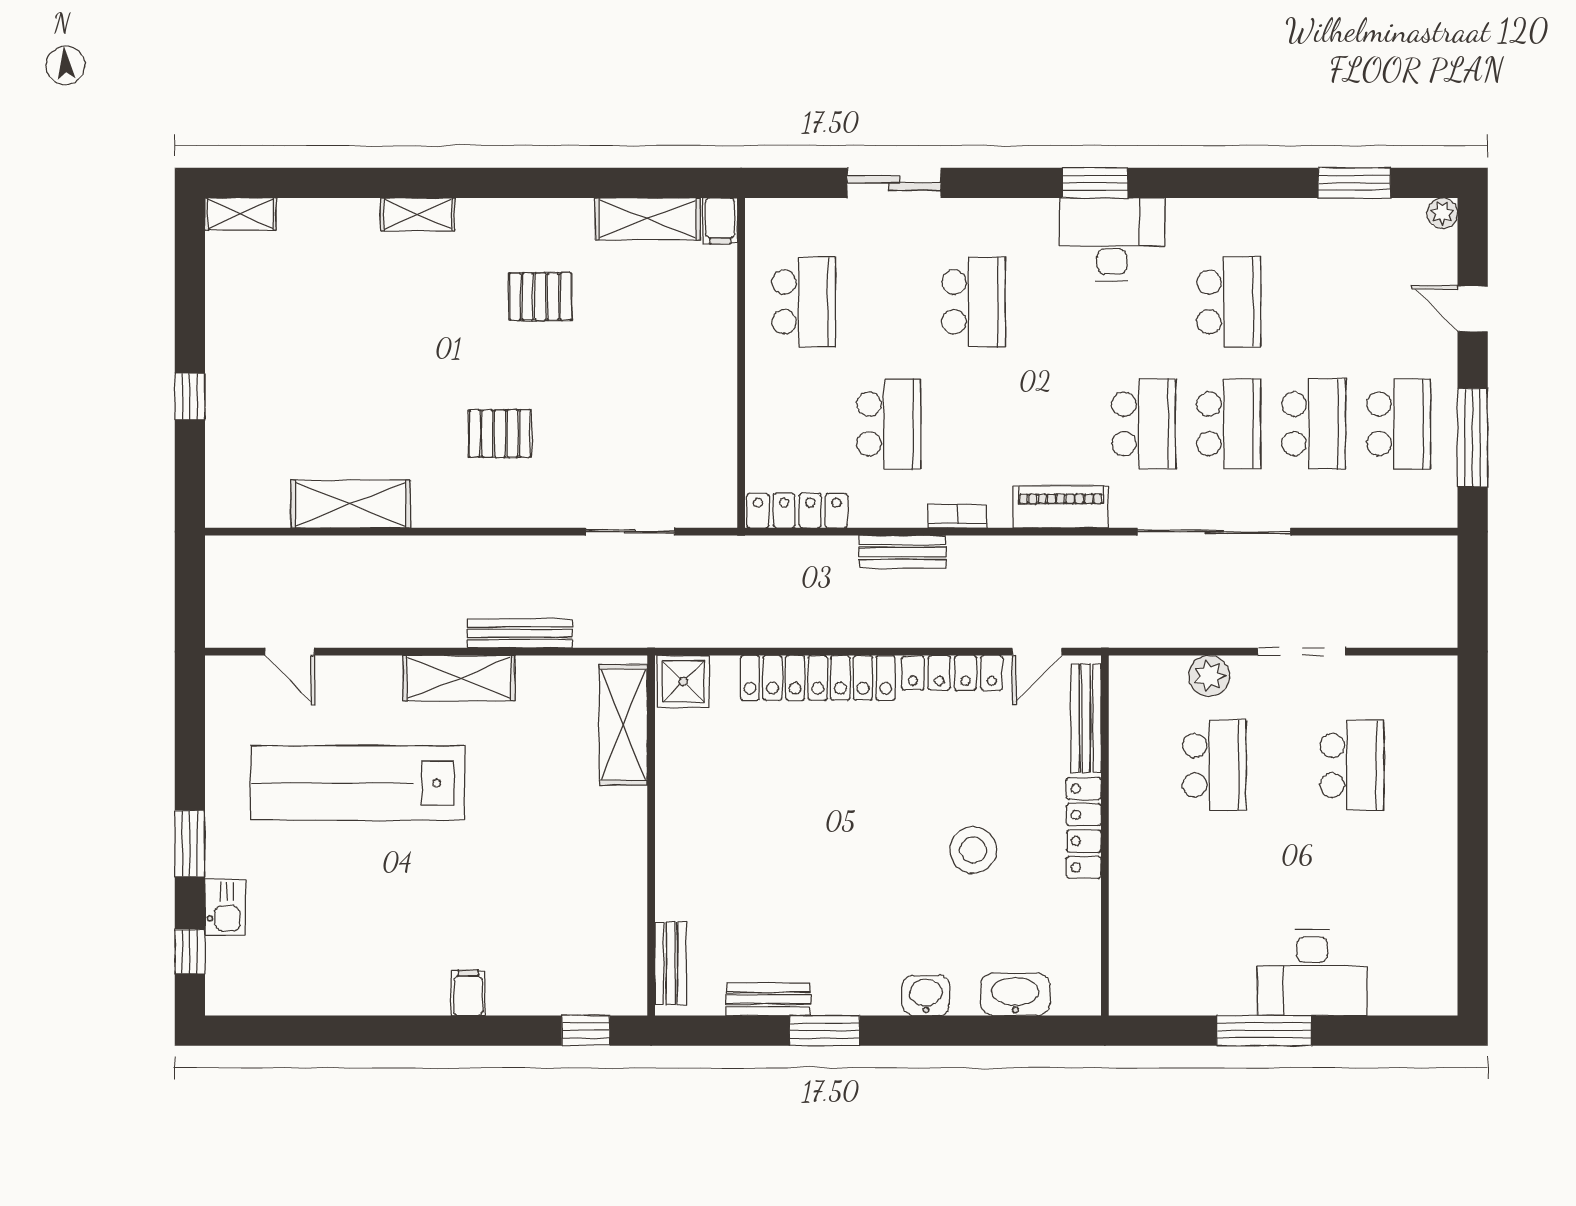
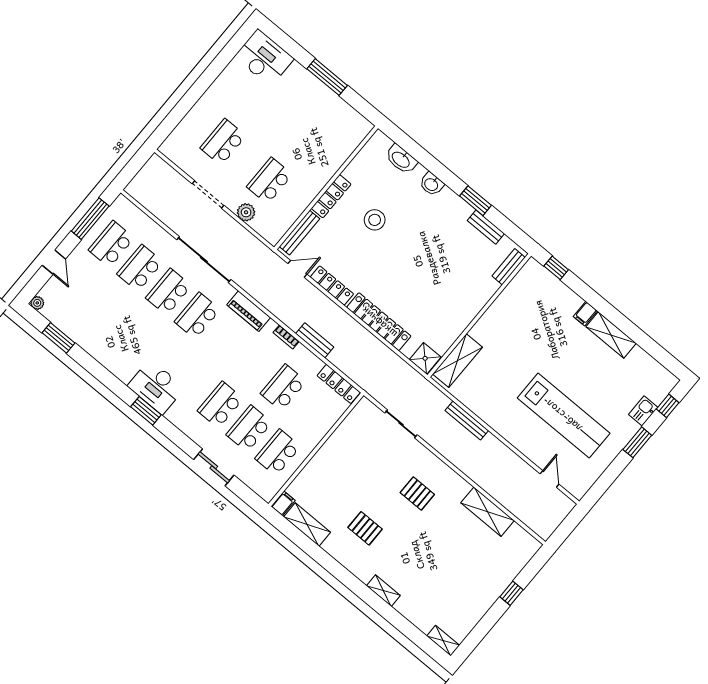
school desk: (1229, 302) -> (249, 429), moved
shelving: (459, 678) -> (611, 335), moved
desk: (1312, 973) -> (264, 58), moved

